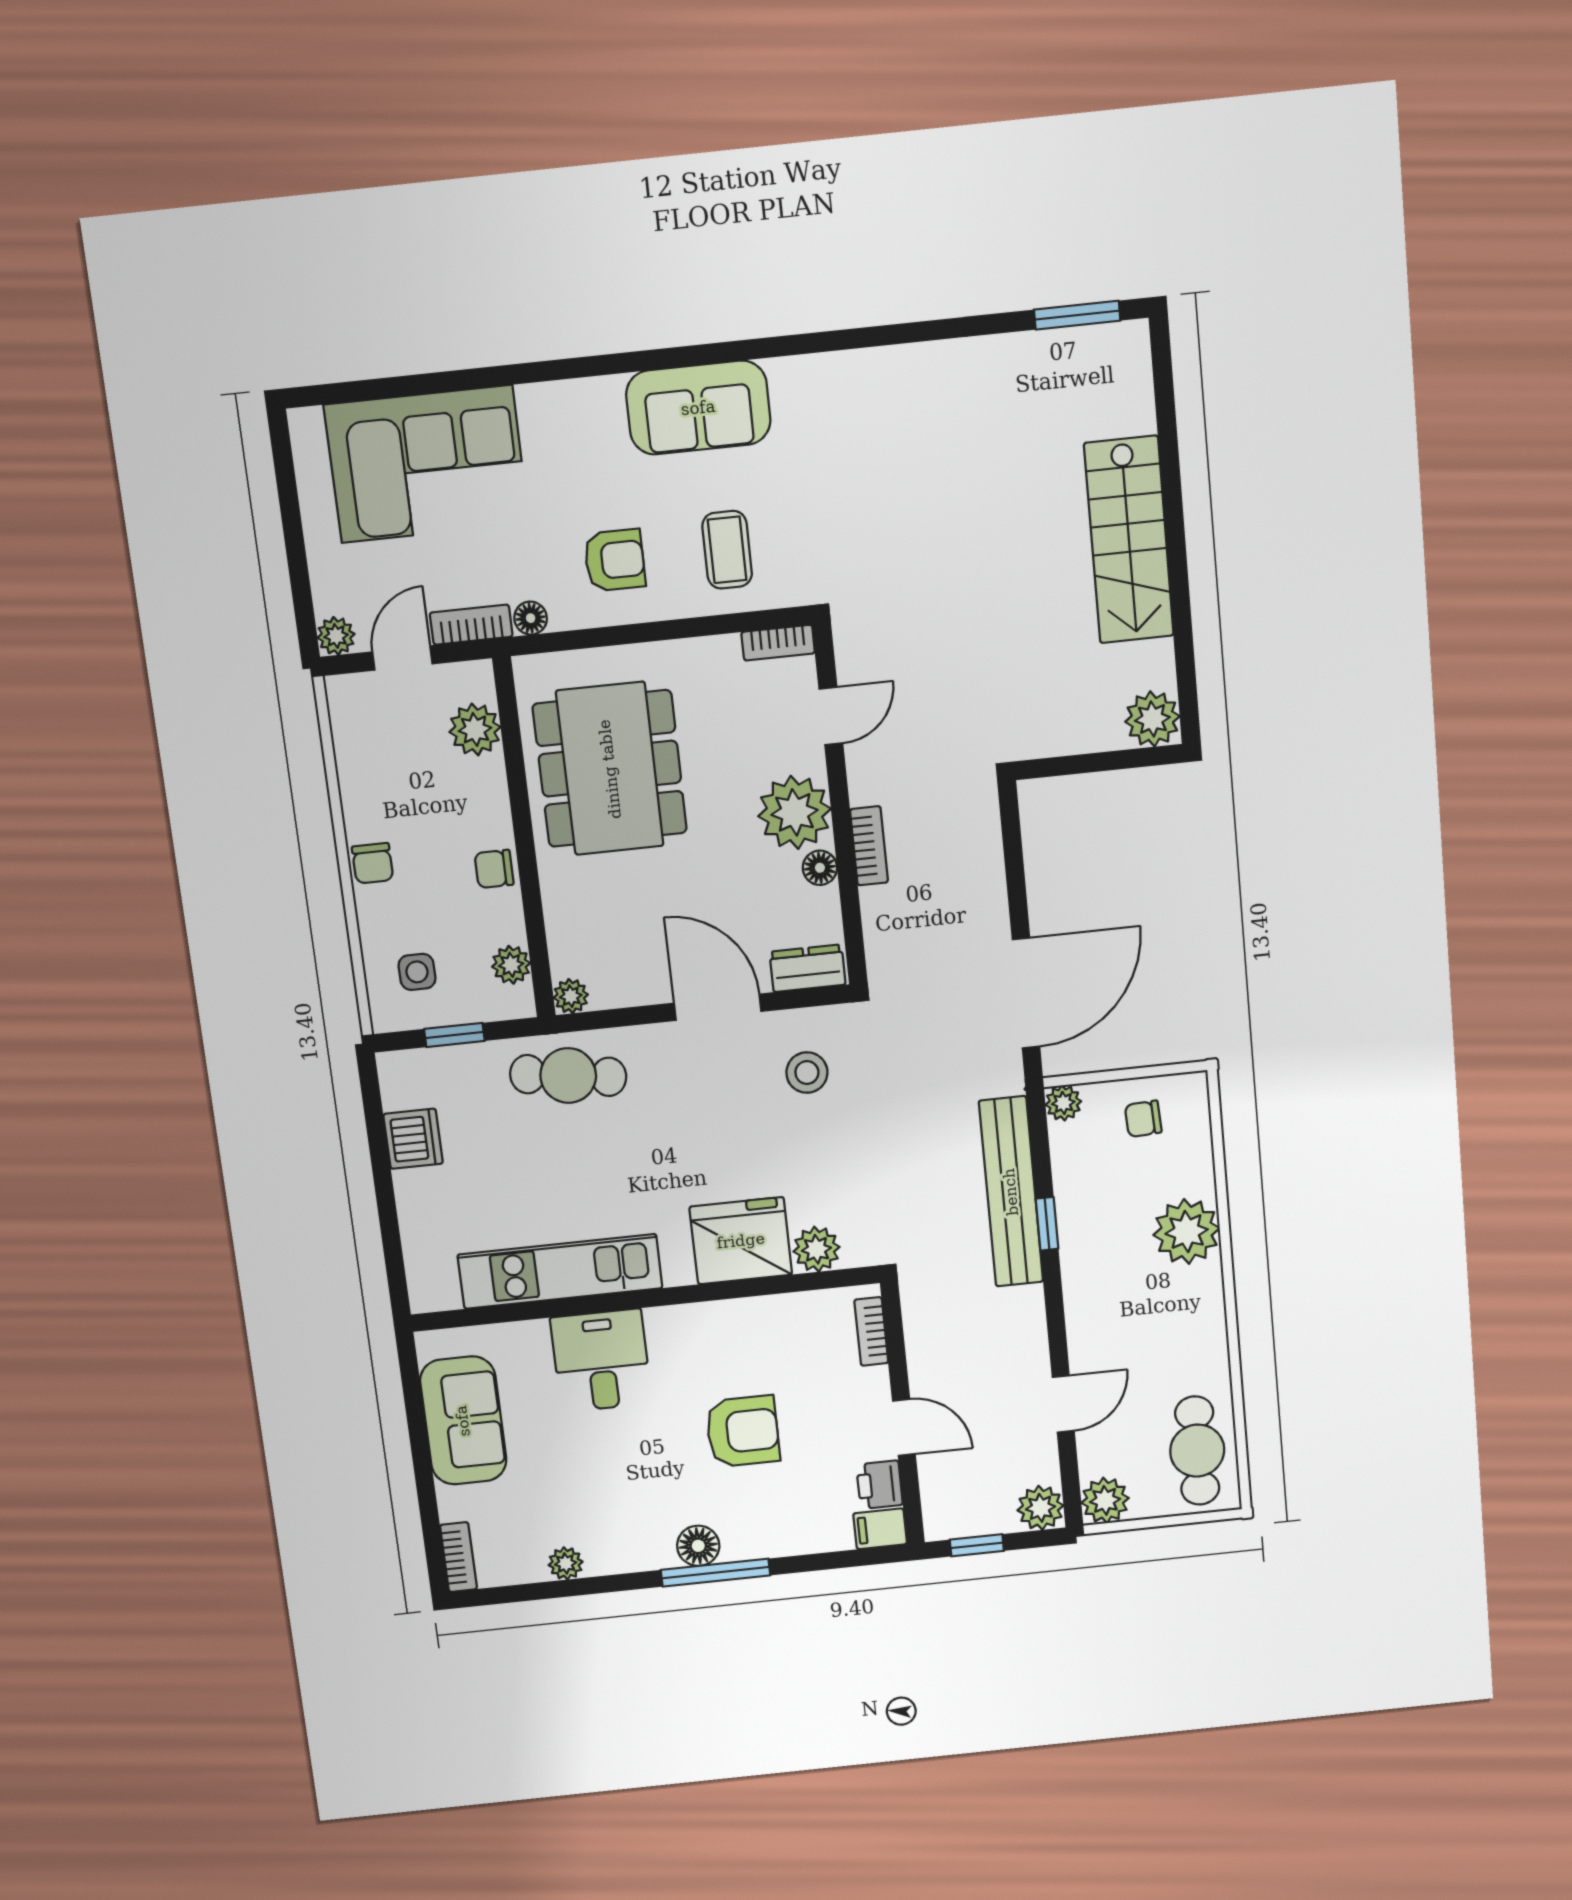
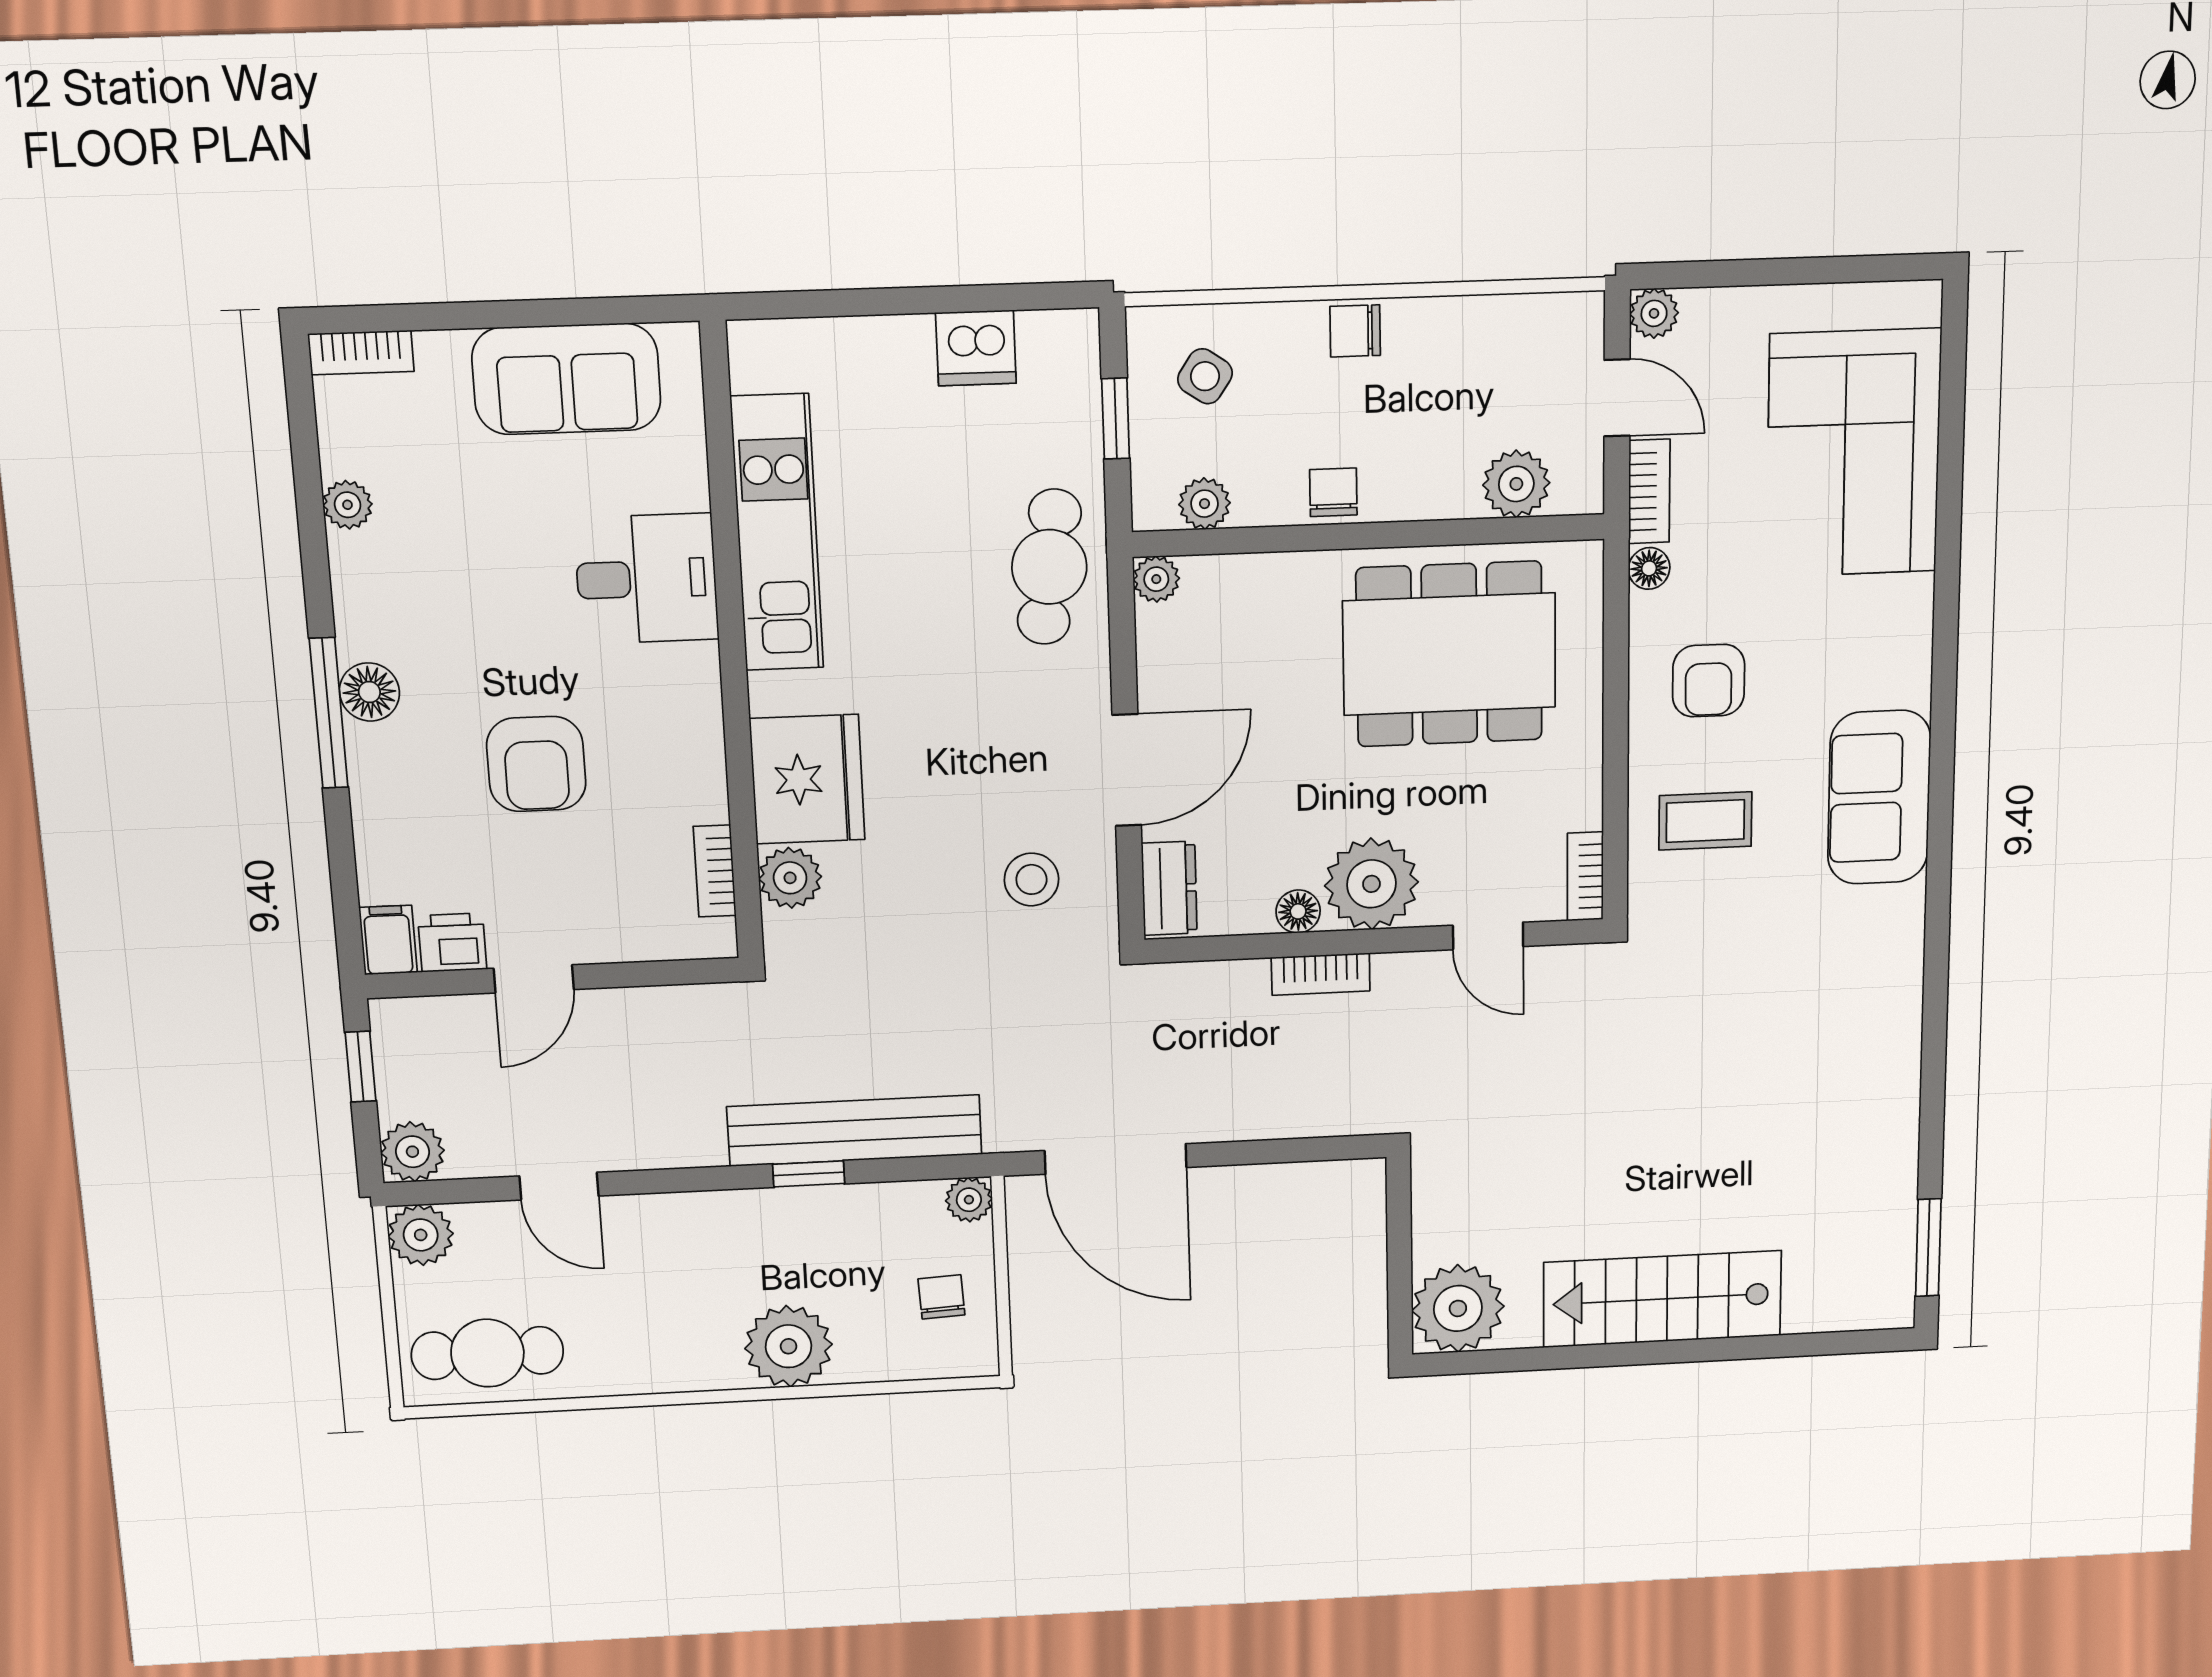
plant: (1152, 719) -> (1458, 1308), width x1.36, depth x1.36
side table: (417, 972) -> (1205, 376), turned 34
bookcase: (871, 1331) -> (715, 871), moved, turned -90

